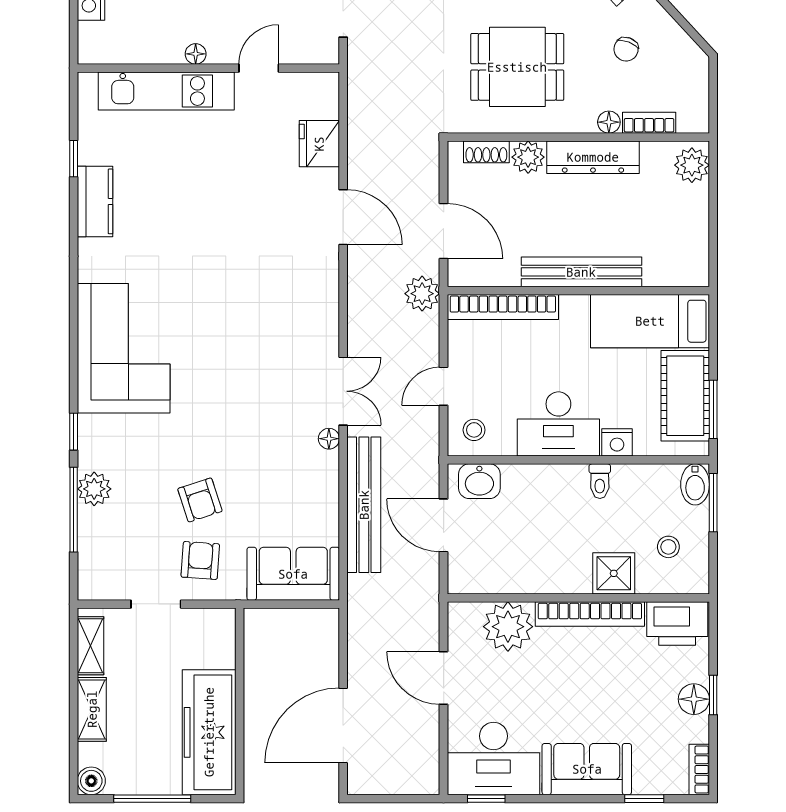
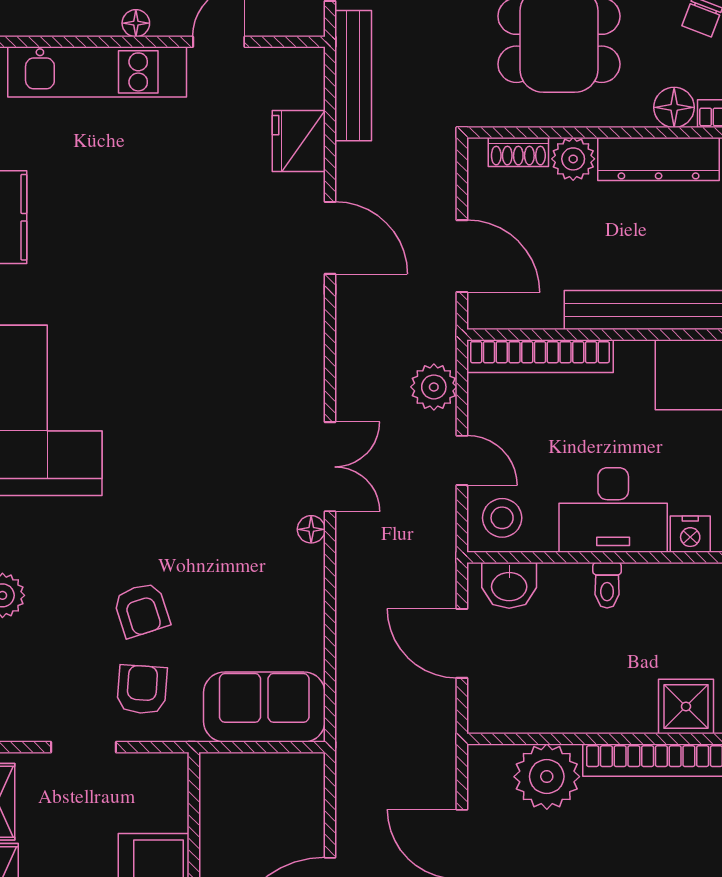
floor lamp: (609, 122) -> (674, 107), width x1.37, depth x1.37
plant: (422, 294) -> (434, 387), moved
door: (444, 386) -> (462, 460), swing flipped
stool: (474, 430) -> (502, 518), width x1.37, depth x1.37
toilet: (600, 481) -> (607, 585), moved
bench: (364, 505) -> (353, 76), moved, width x0.73, depth x0.82

